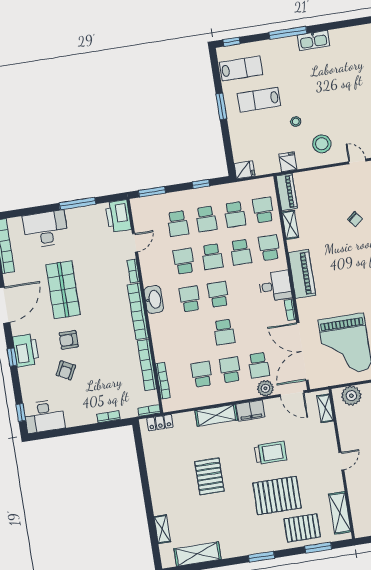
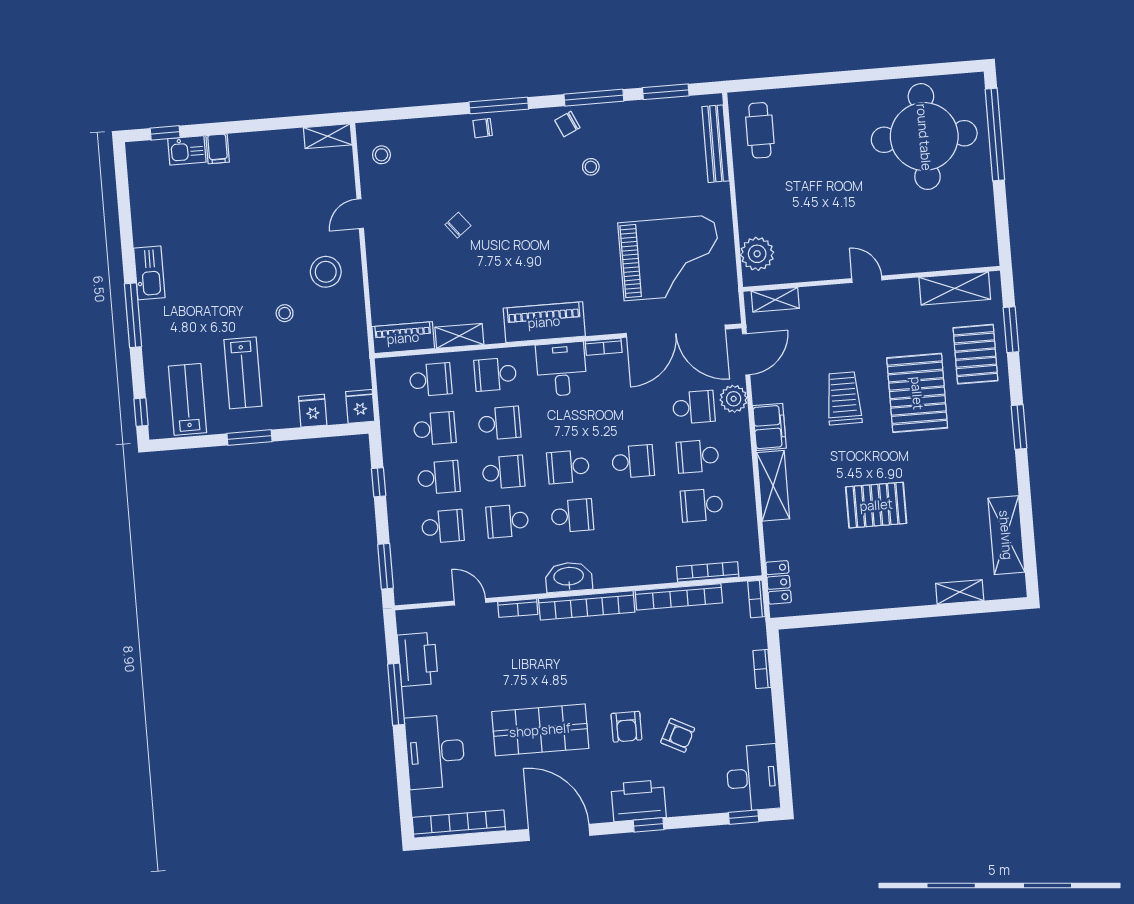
fridge: (288, 162) -> (313, 411), moved, turned 90
school desk: (263, 210) -> (431, 380), turned 180
printer: (118, 216) -> (418, 659), moved, turned -90
school desk: (190, 299) -> (572, 516), turned 180

